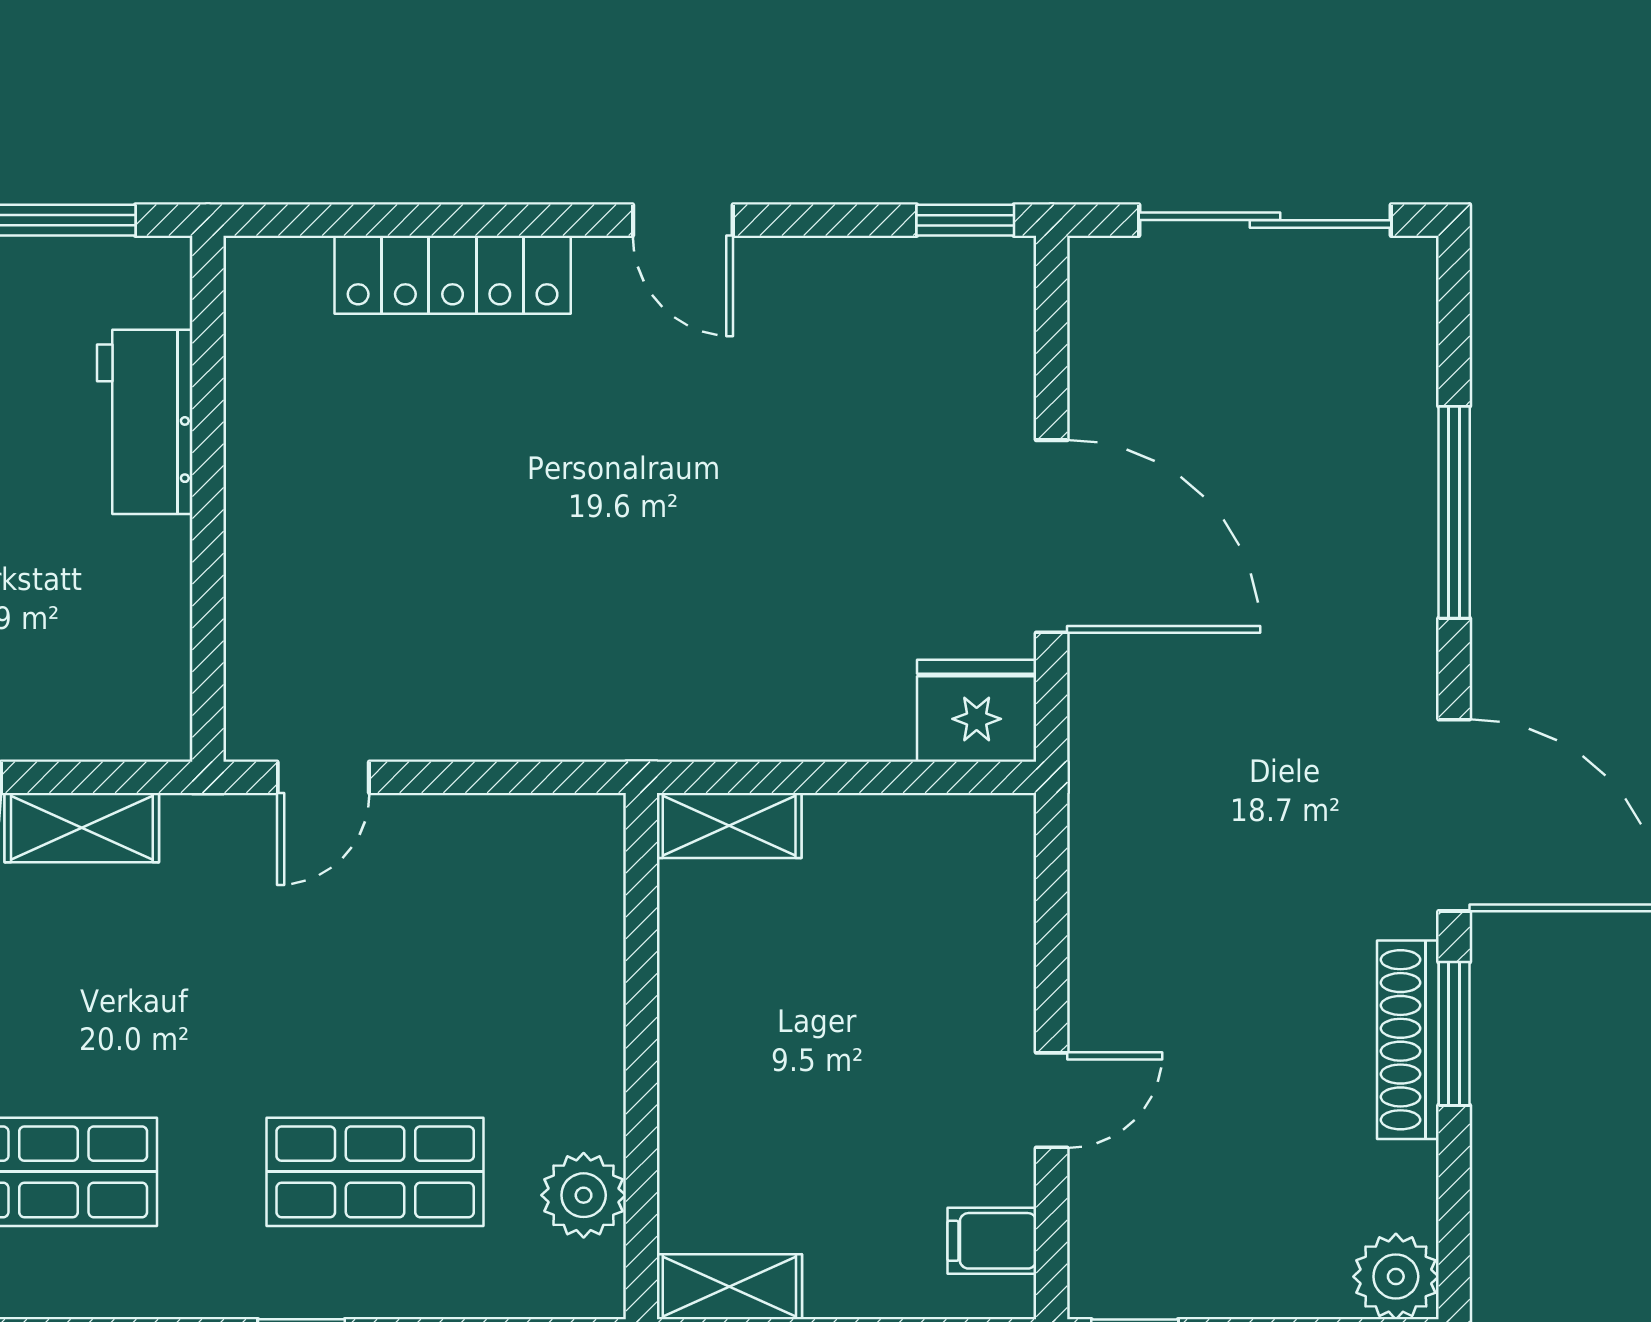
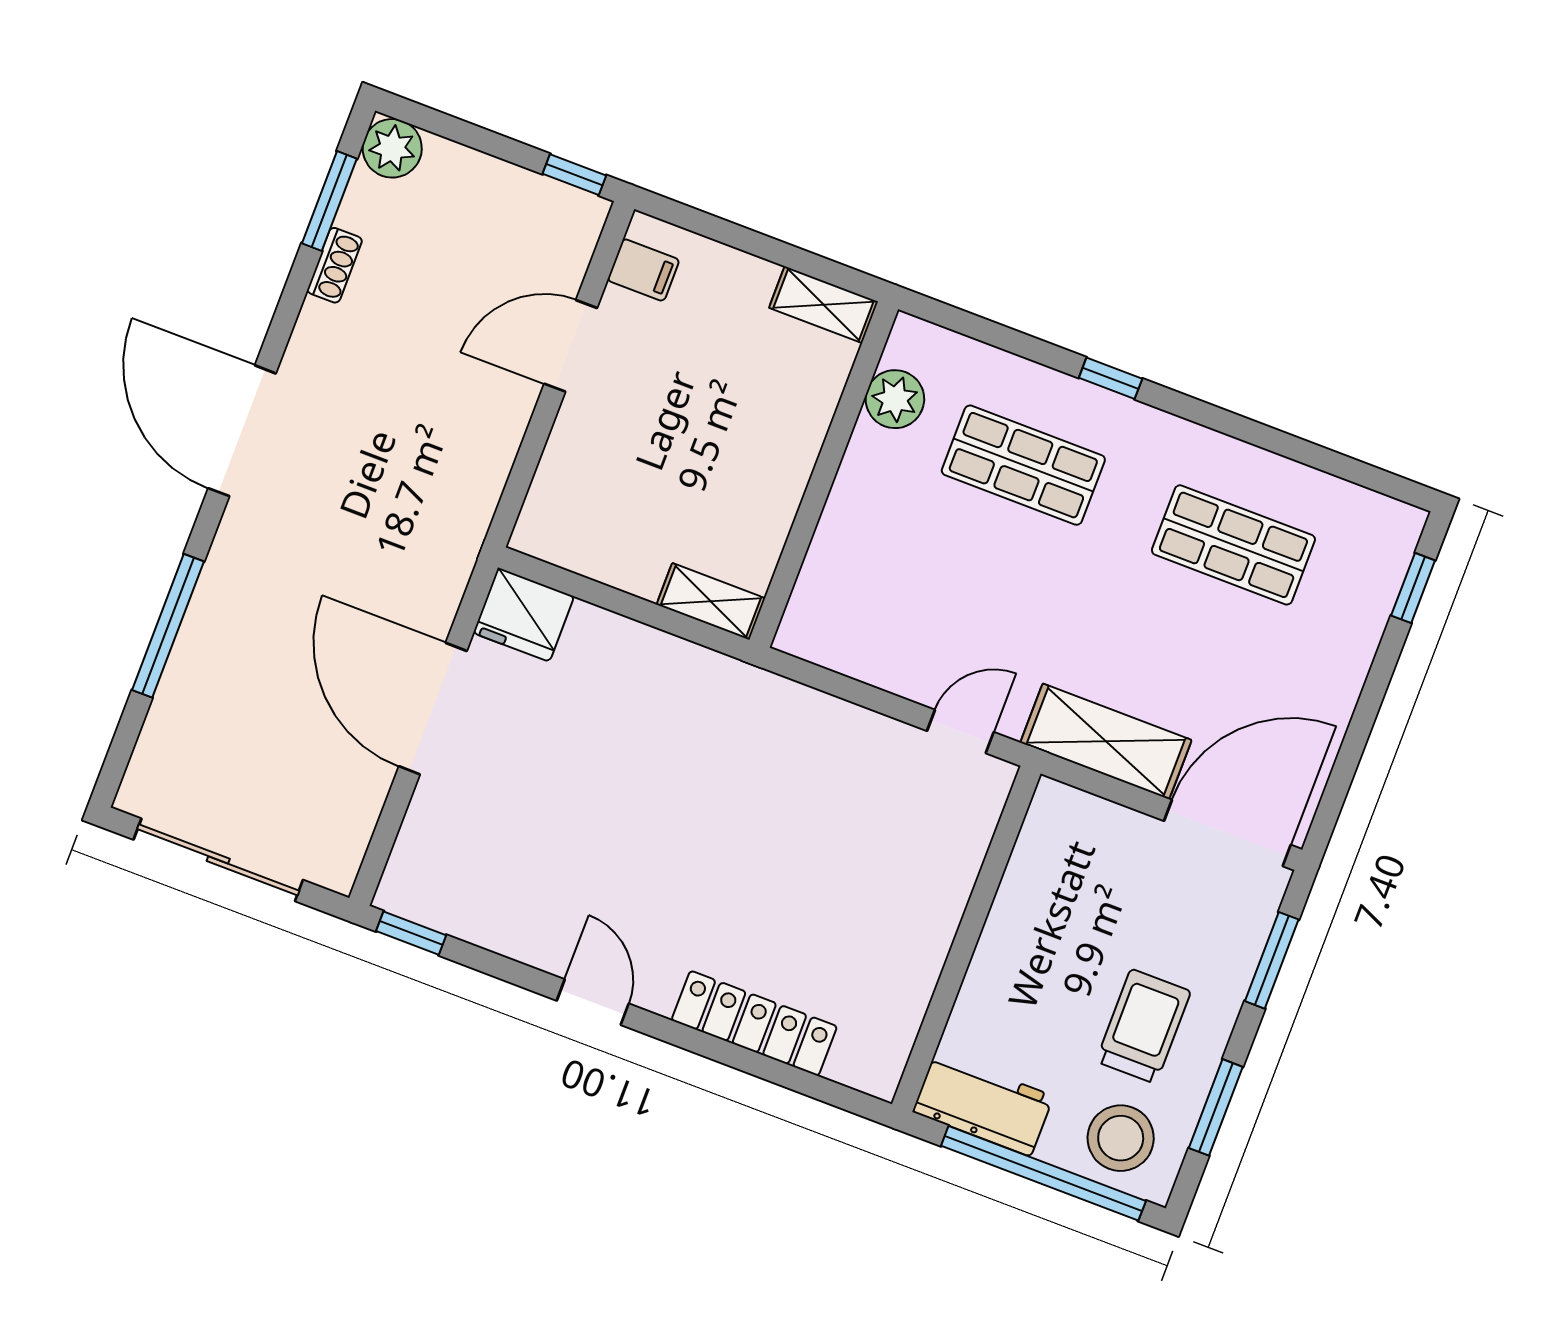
workbench: (145, 422) -> (983, 1104), moved, turned -90
shelving: (82, 828) -> (1106, 741), width x1.50, depth x1.33
window: (1454, 1034) -> (329, 201), moved
shoe rack: (1408, 1040) -> (335, 265), width x0.51, depth x0.81
door: (1052, 1100) -> (571, 346), width x1.38

